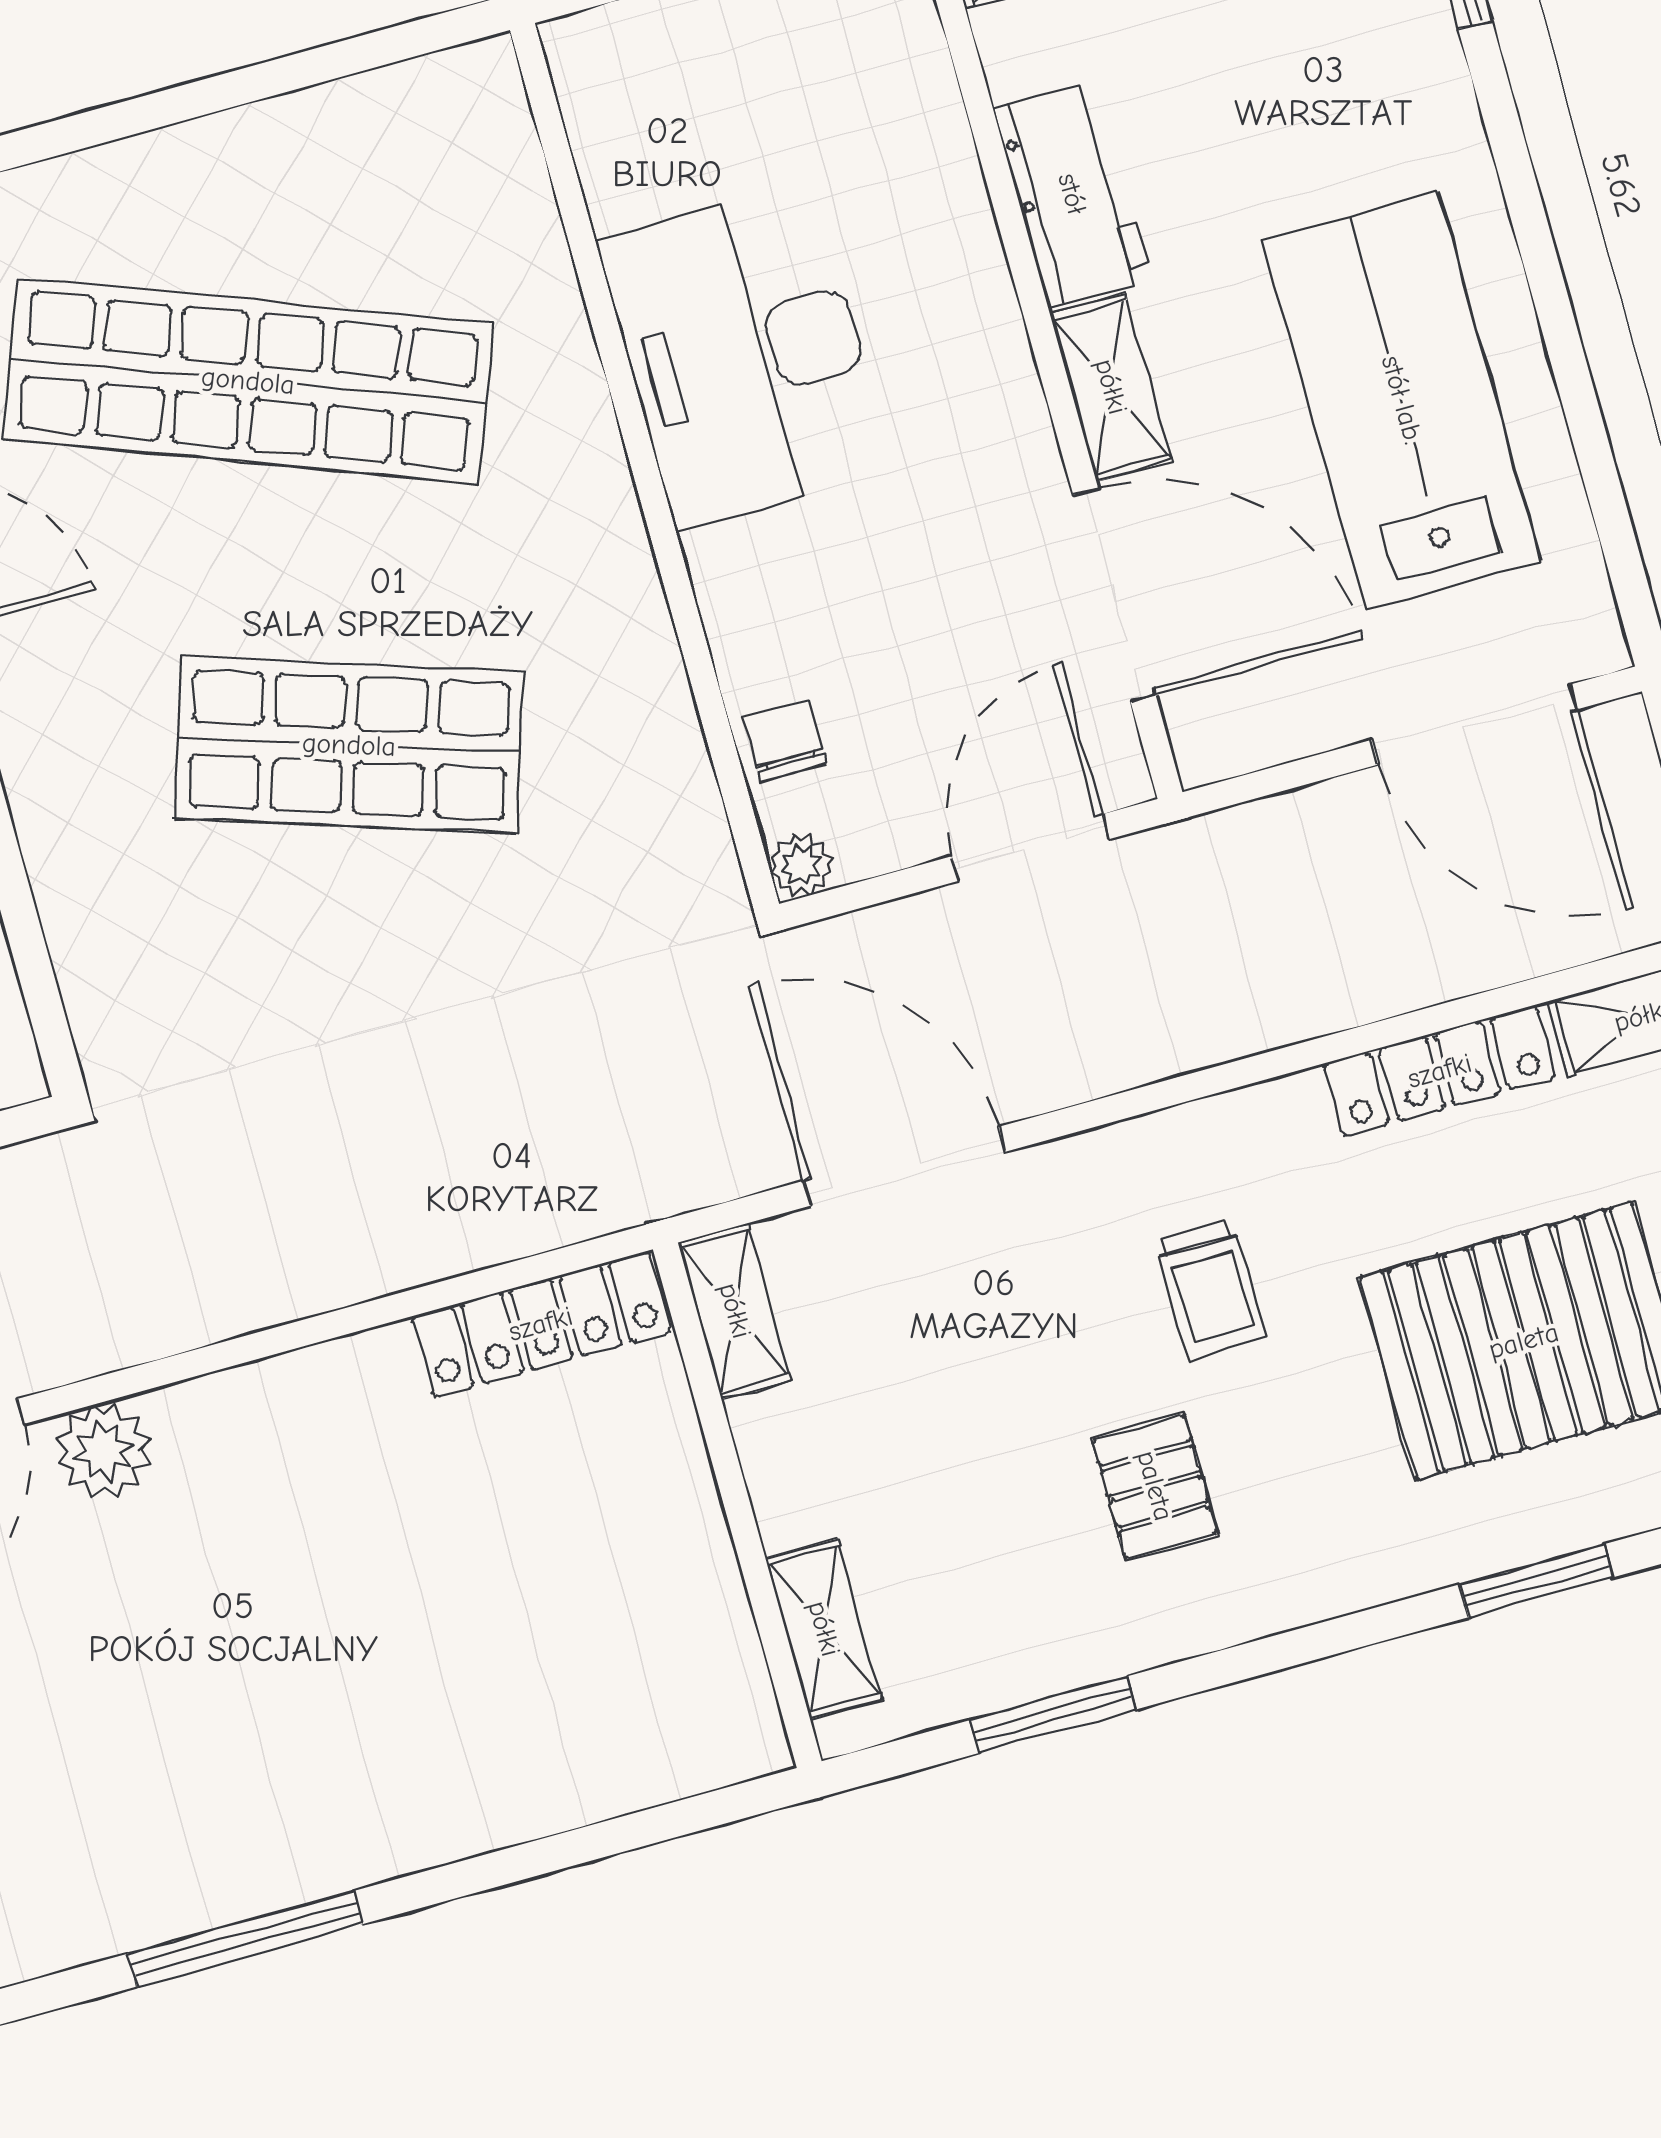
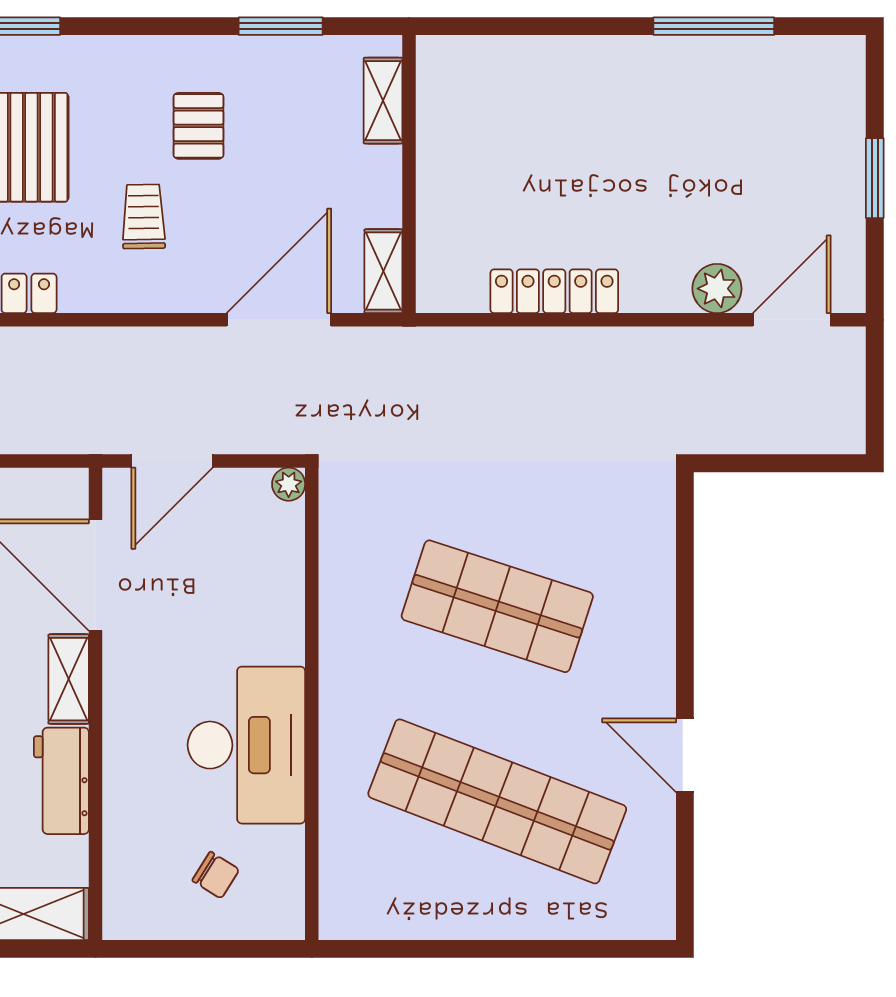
chair: (785, 740) -> (216, 875), moved, turned -58
door: (905, 1166) -> (279, 320), swing flipped
locker: (541, 1324) -> (554, 291), moved

